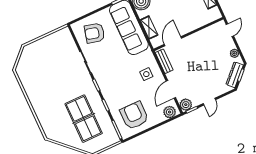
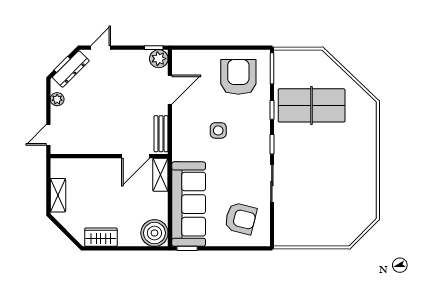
shelving: (149, 27) -> (160, 175), moved
side table: (146, 74) -> (218, 130), moved
door: (209, 102) -> (101, 48), moved
plant: (170, 112) -> (186, 59), removed
armchair: (134, 115) -> (238, 77), turned 180
table tennis table: (84, 119) -> (312, 105), turned 90

